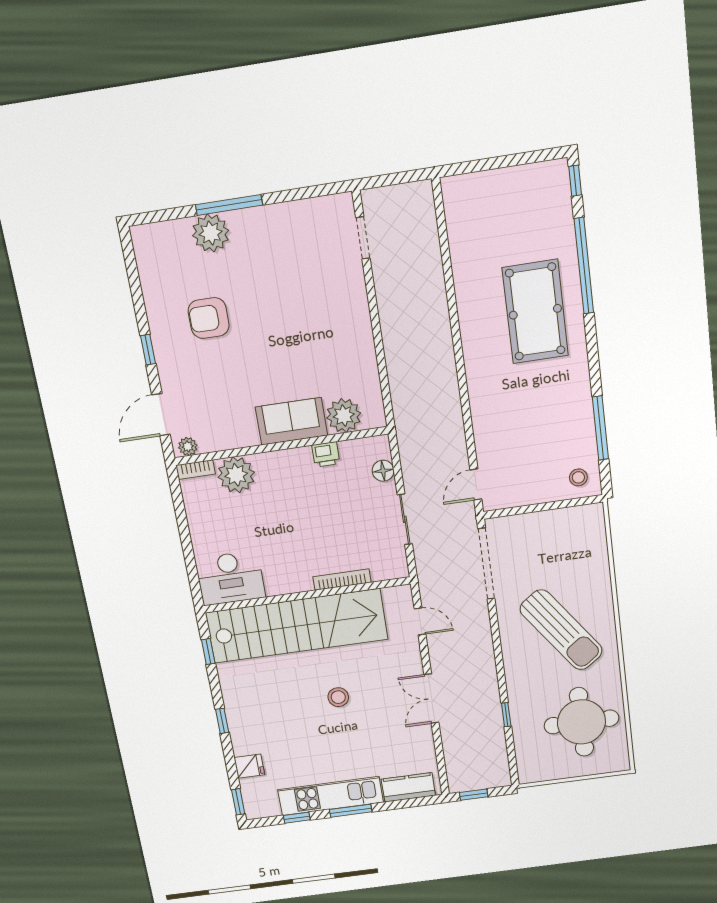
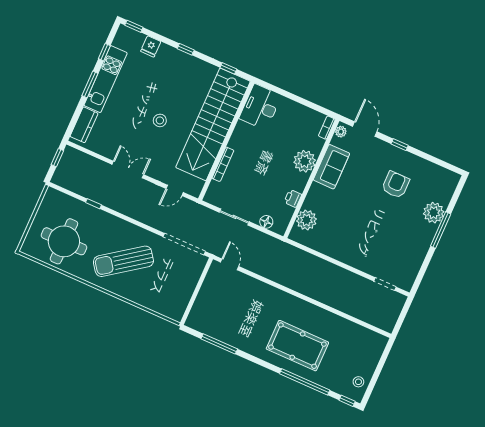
sofa: (291, 421) -> (331, 167), moved
plant: (236, 475) -> (305, 161), moved
stool: (578, 477) -> (358, 382), moved

